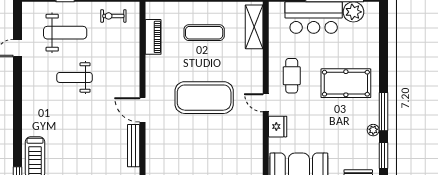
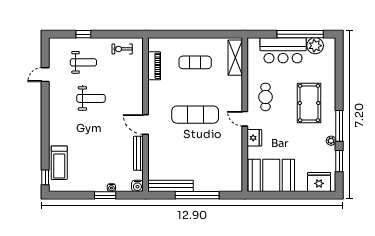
weight bench: (65, 33) -> (83, 62), width x0.73, depth x0.75
weight bench: (75, 77) -> (91, 98), turned 180
pool table: (346, 83) -> (309, 103), turned 90
exercise mat: (204, 98) -> (195, 115), width x0.68

